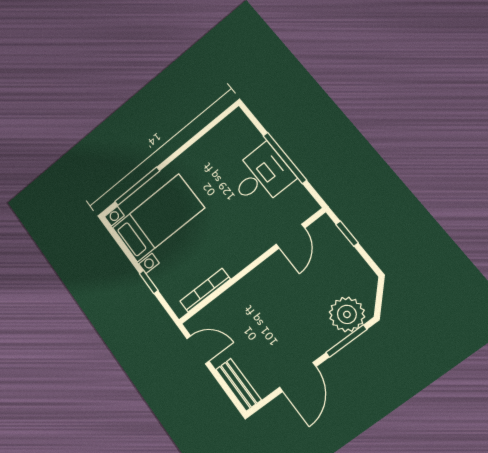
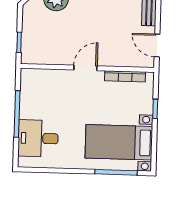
desk: (261, 176) -> (38, 138), moved
door: (290, 236) -> (85, 68), moved

